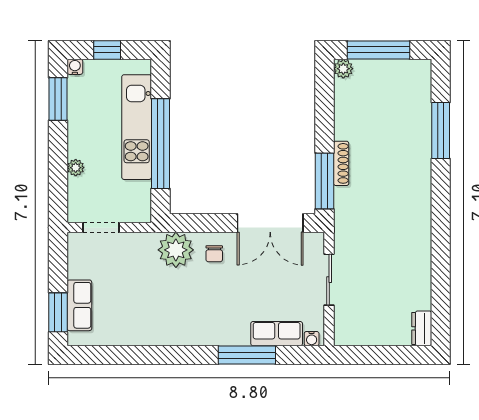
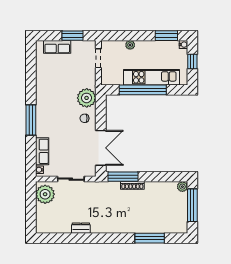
double door: (270, 223) -> (101, 148), swing flipped
window: (58, 312) -> (72, 36), moved
plant: (358, 328) -> (45, 194), added
dresser: (422, 328) -> (81, 228), moved
window: (247, 355) -> (31, 120), moved

